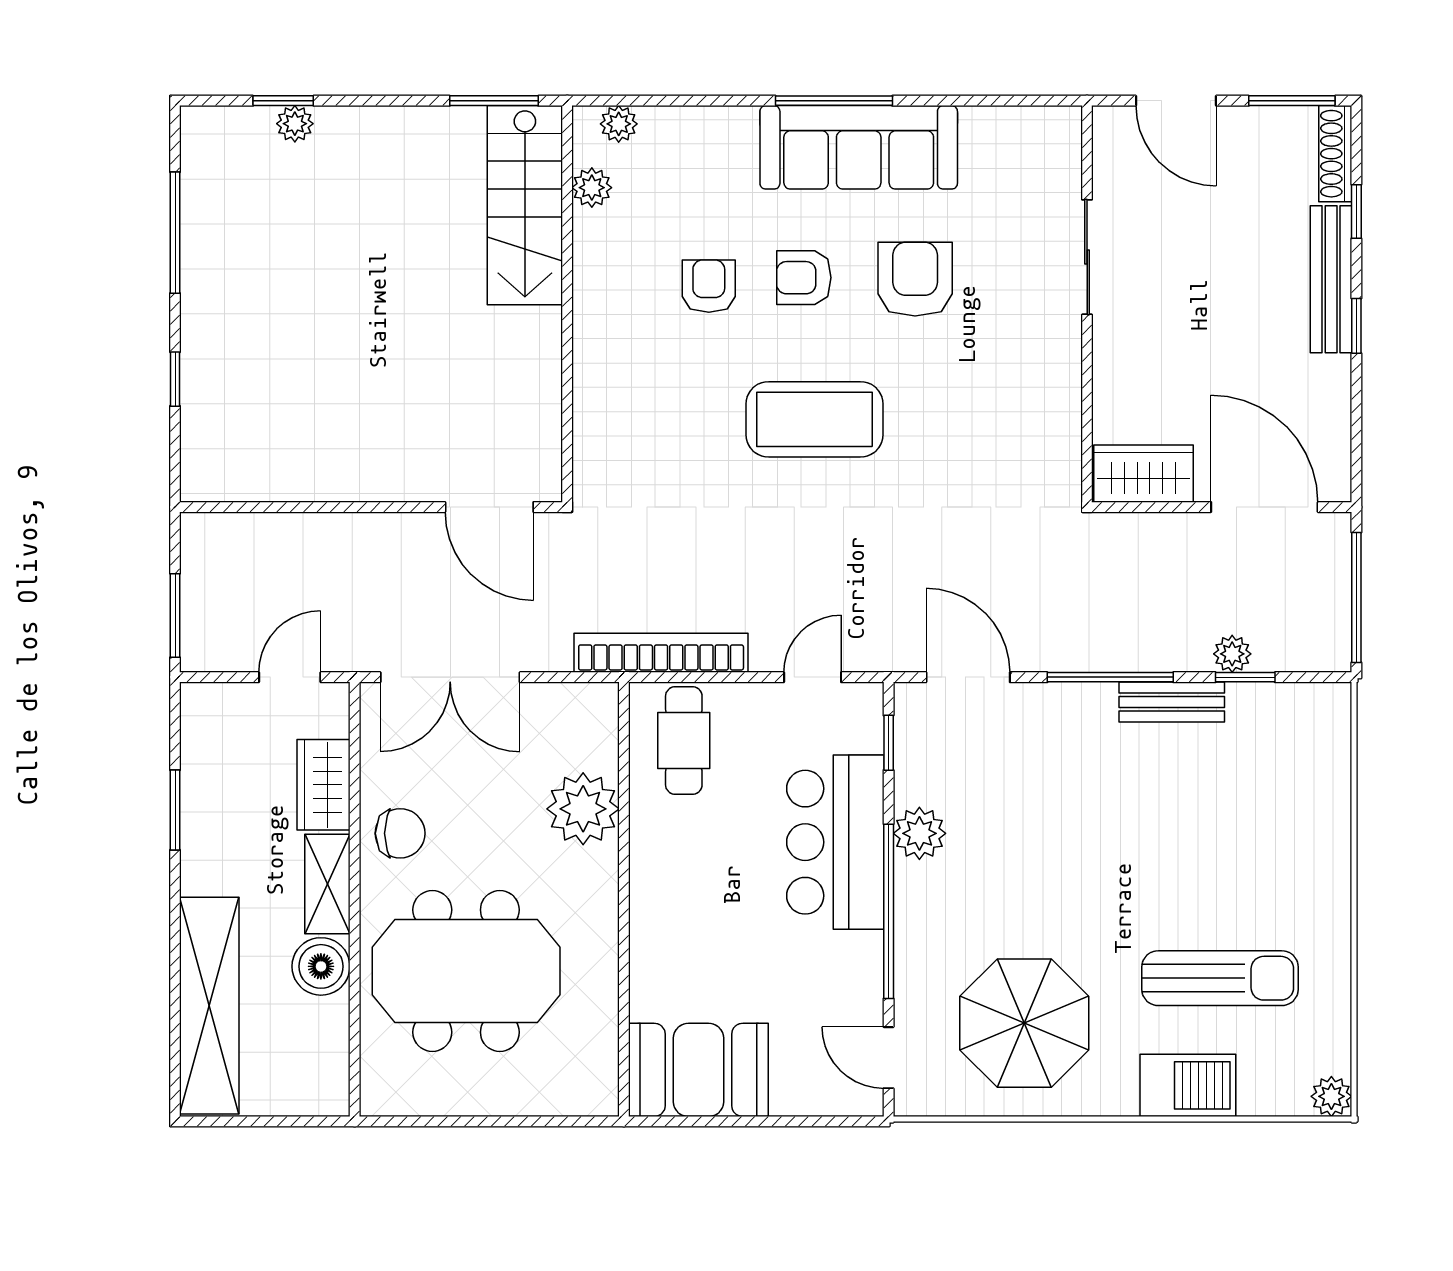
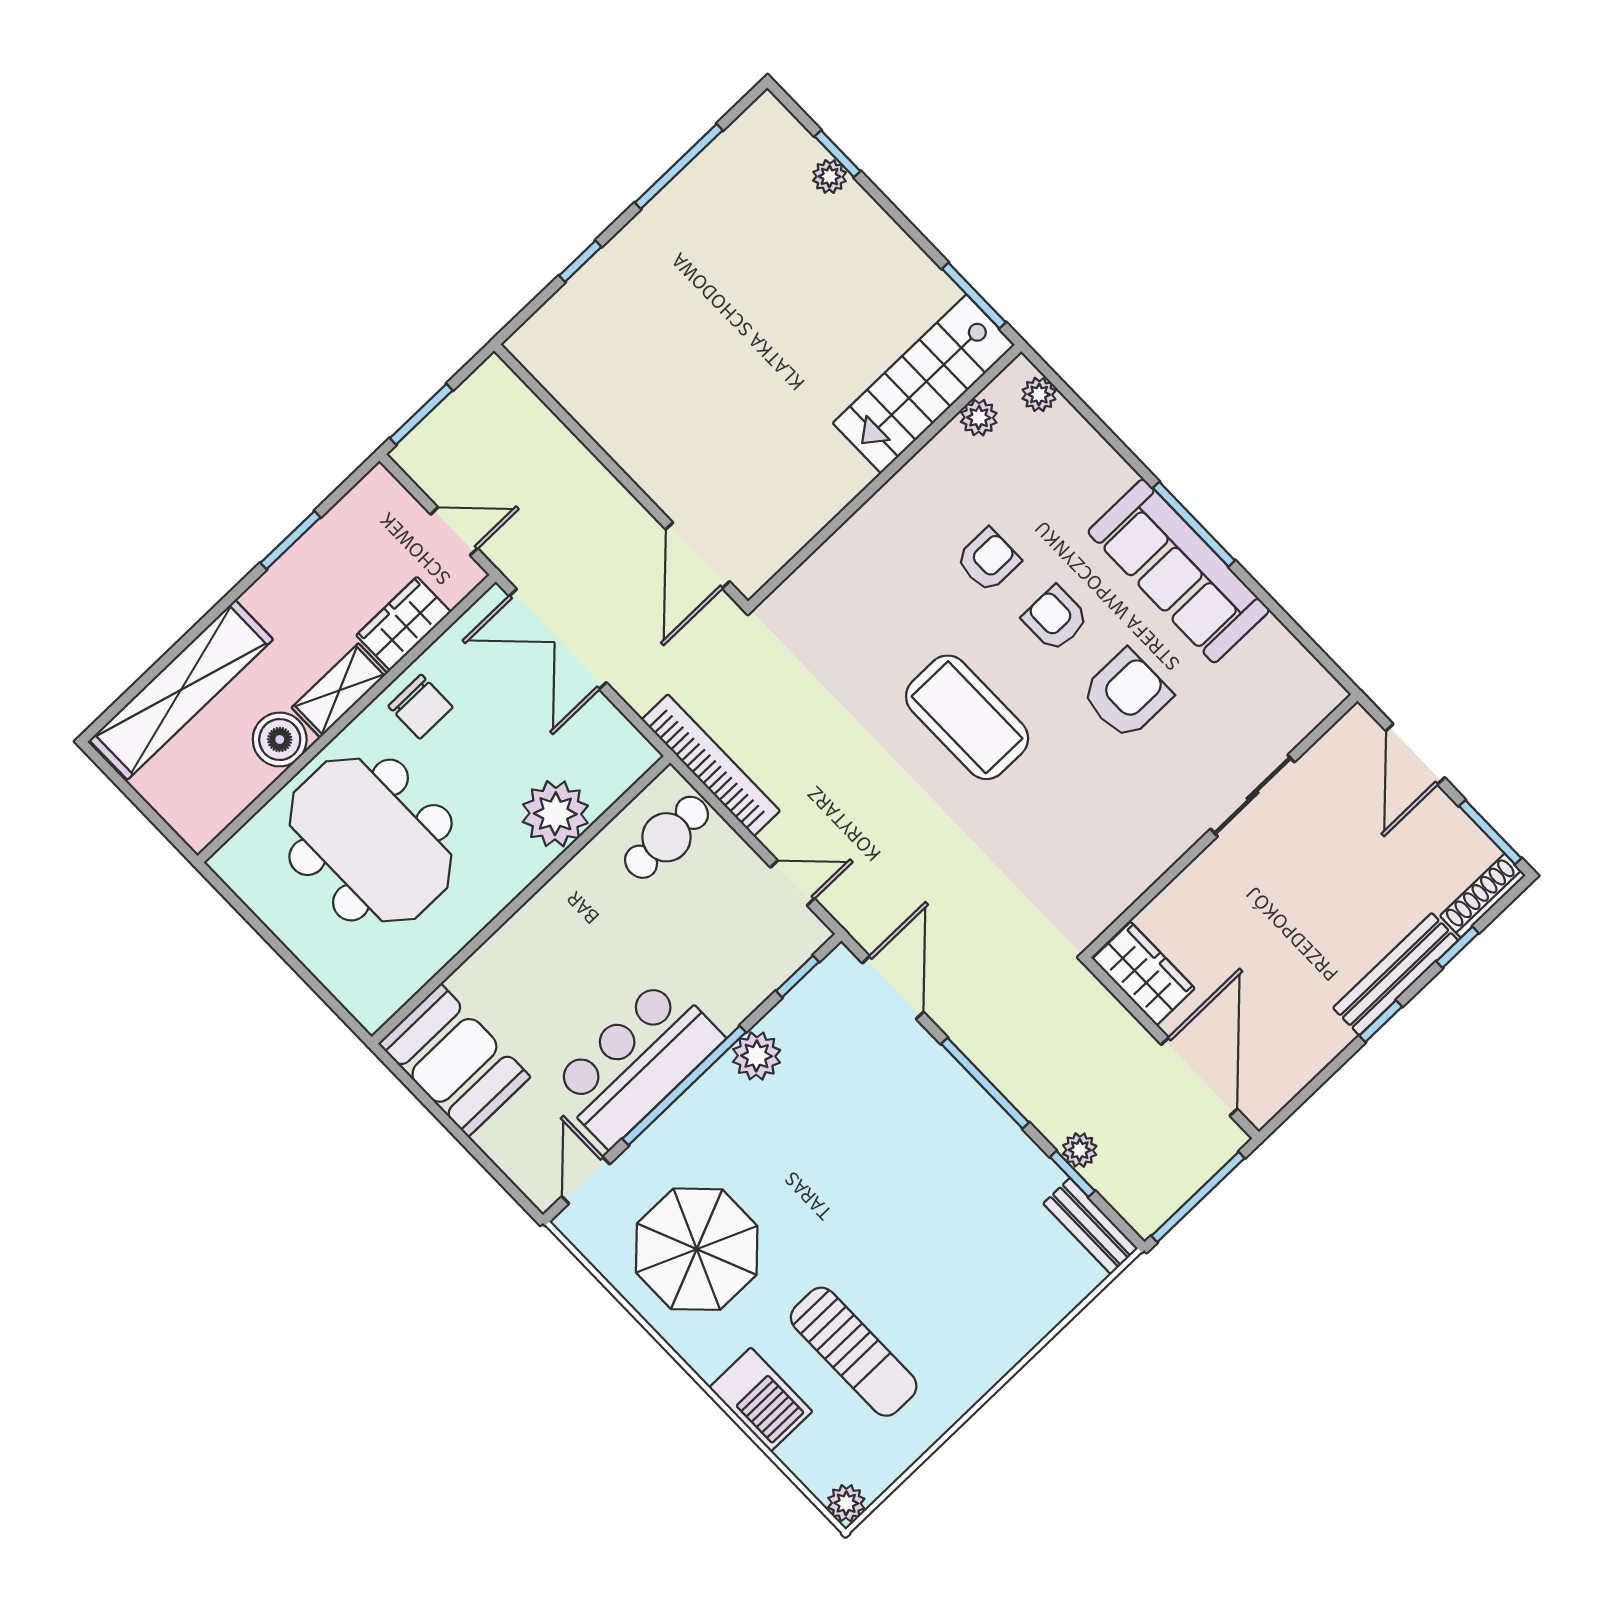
bench: (1172, 702) -> (1090, 1226), moved
bar counter: (835, 842) -> (637, 1062), moved

